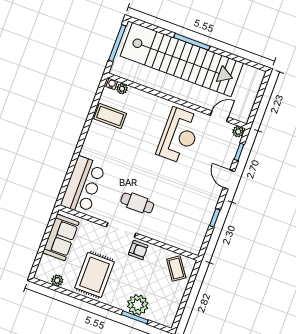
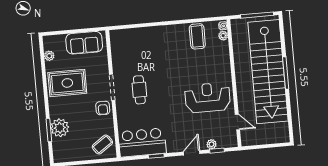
plant: (238, 132) -> (212, 144), moved
reception desk: (179, 136) -> (208, 98), turned 180
bar counter: (83, 185) -> (142, 142), moved, turned 180

